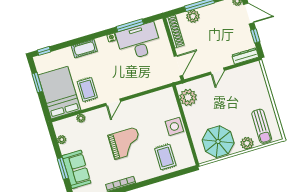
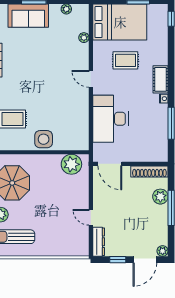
desk: (139, 41) -> (110, 119), moved, turned 180
cot: (84, 49) -> (161, 79), moved
door: (217, 71) -> (91, 217), moved
rug: (87, 90) -> (125, 60), moved
grand piano: (125, 143) -> (41, 79), removed

